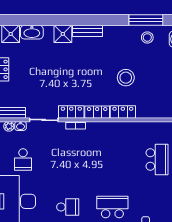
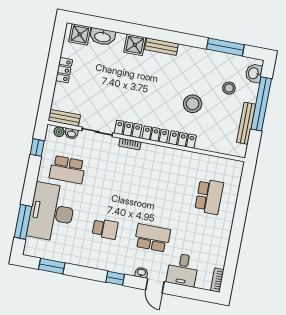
stool: (147, 37) -> (229, 88), moved
school desk: (23, 159) -> (67, 170), width x1.85

